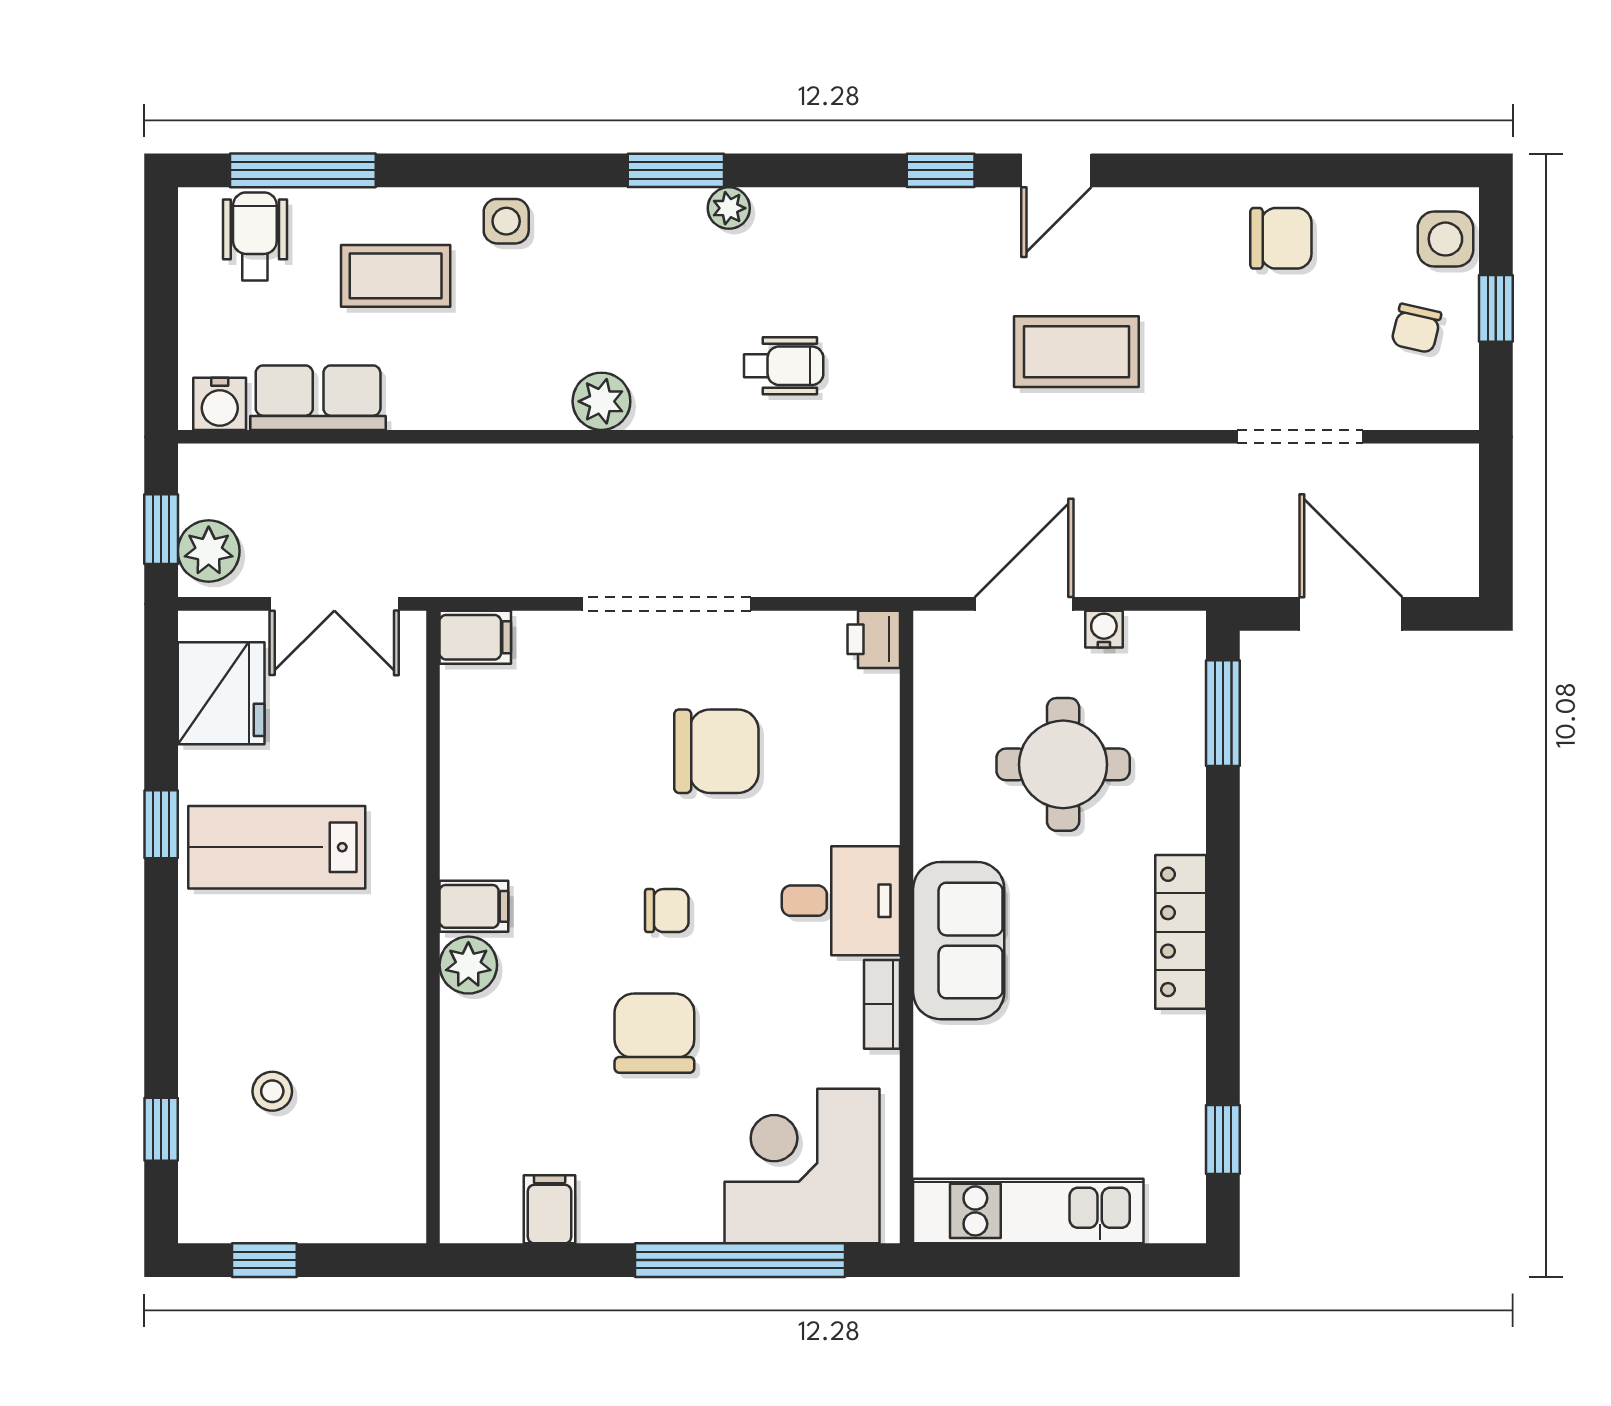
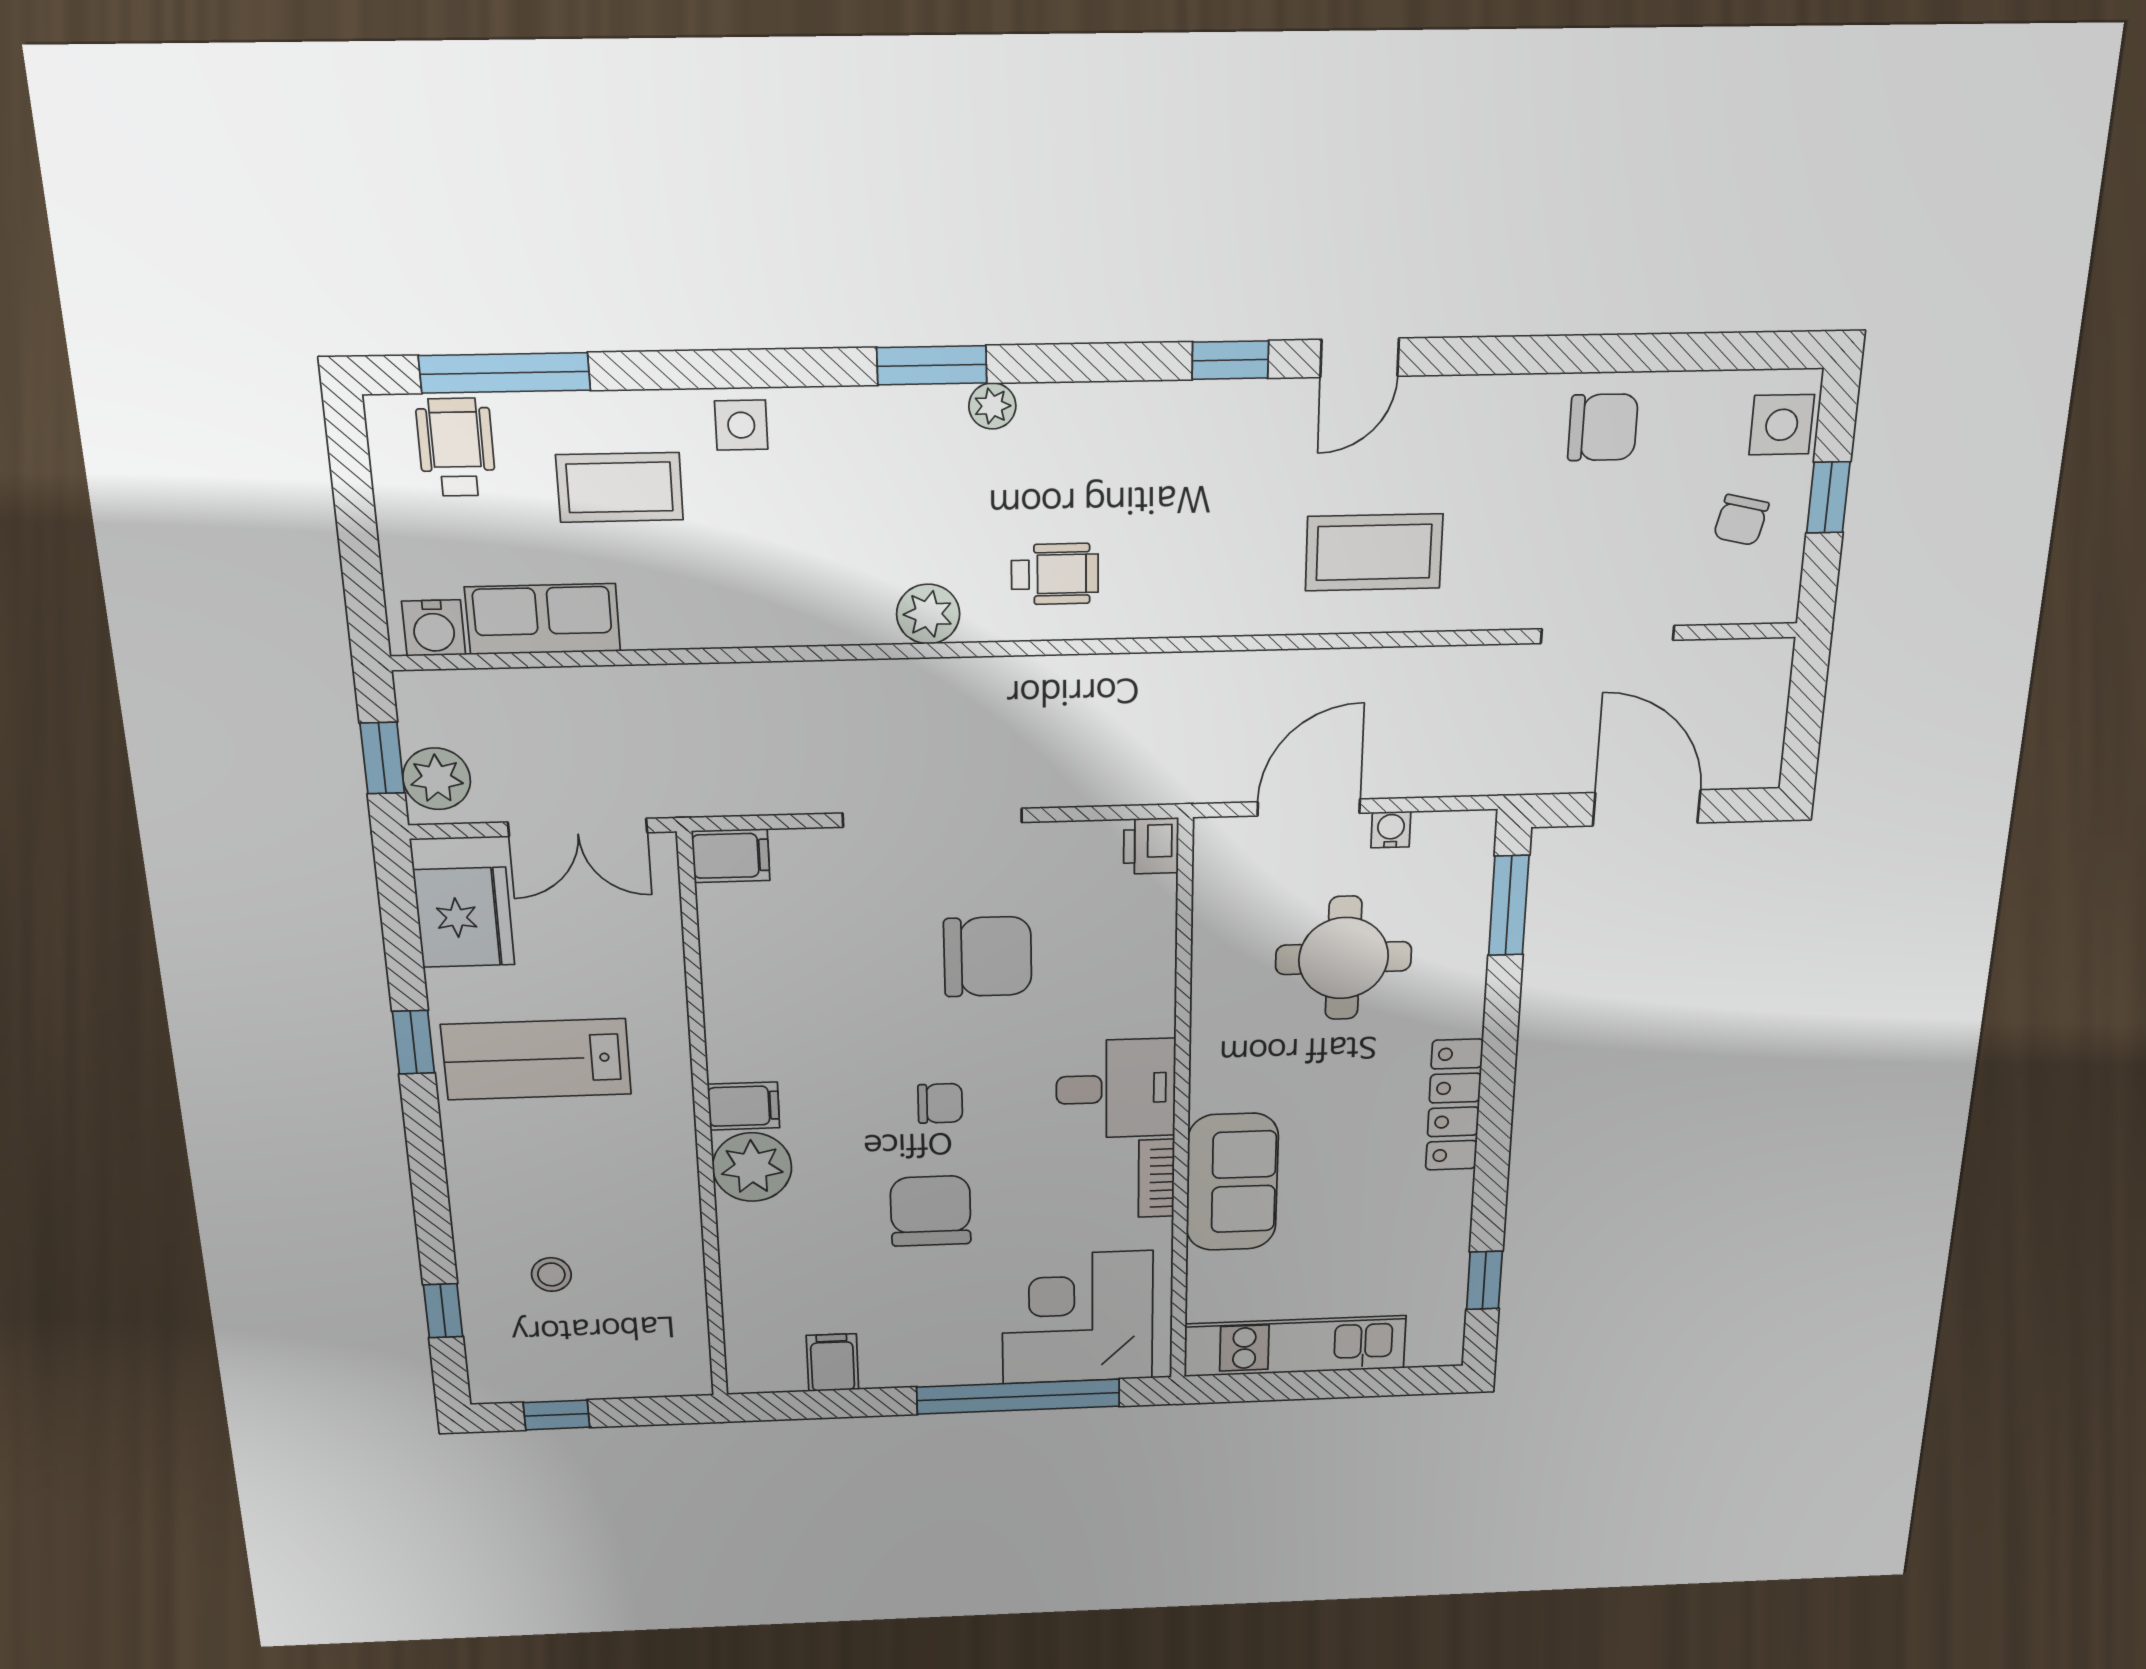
plant: (601, 401) -> (928, 614), moved
sofa: (959, 941) -> (1232, 1182), moved
plant: (468, 965) -> (752, 1167), width x1.36, depth x1.36

